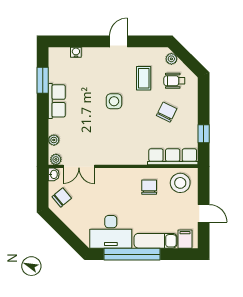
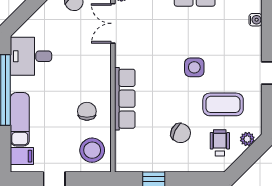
coffee table: (144, 78) -> (223, 104), width x1.36, depth x1.30
row of seats: (173, 157) -> (125, 99), moved
chair: (149, 187) -> (87, 111), turned -90
desk: (111, 232) -> (31, 56), width x0.73

